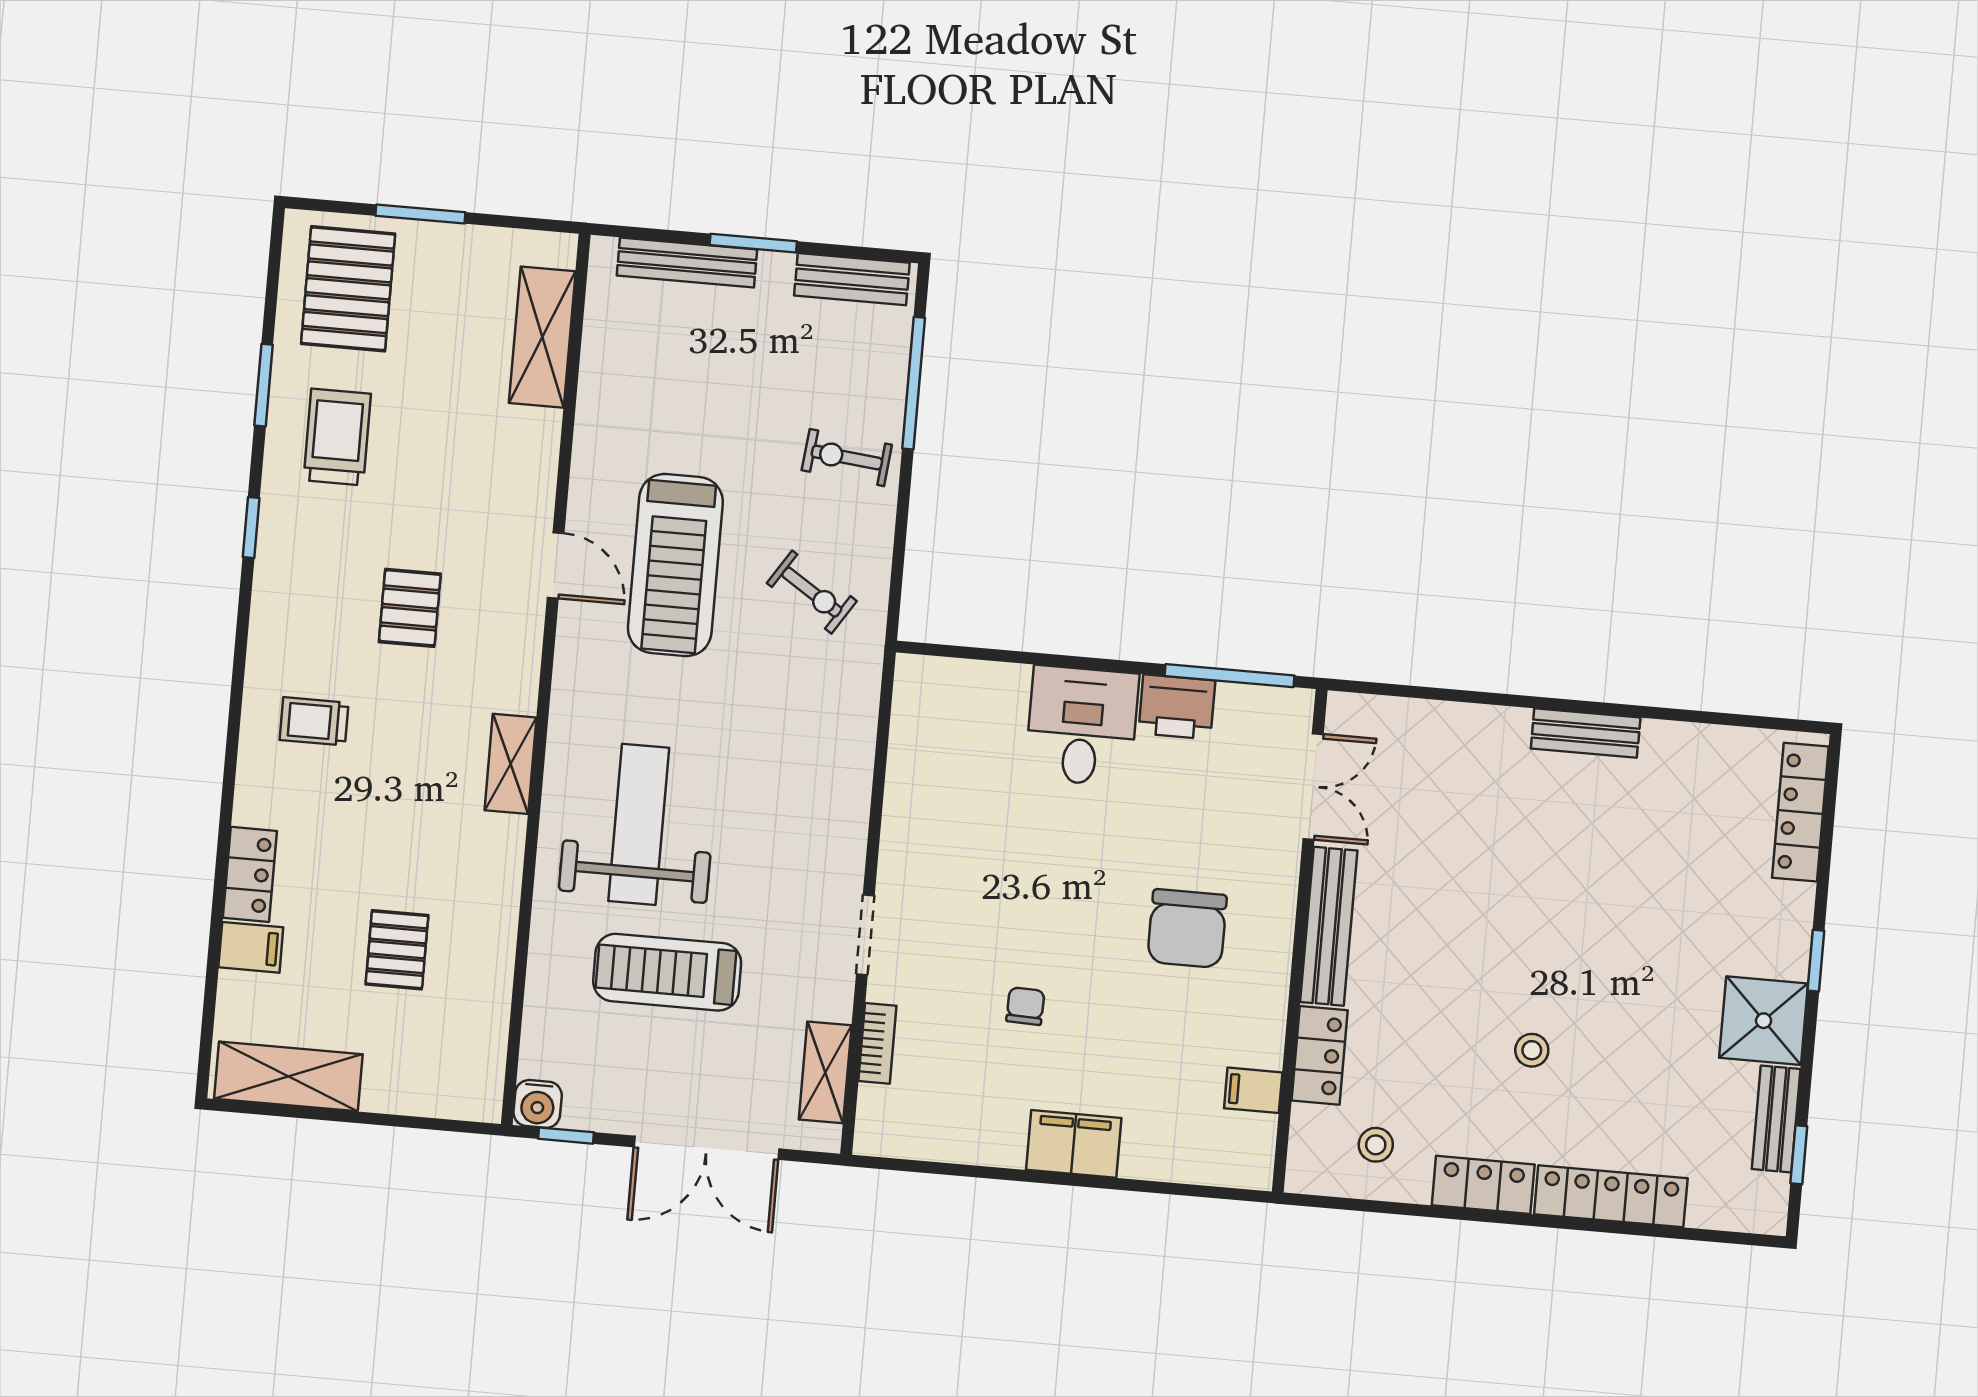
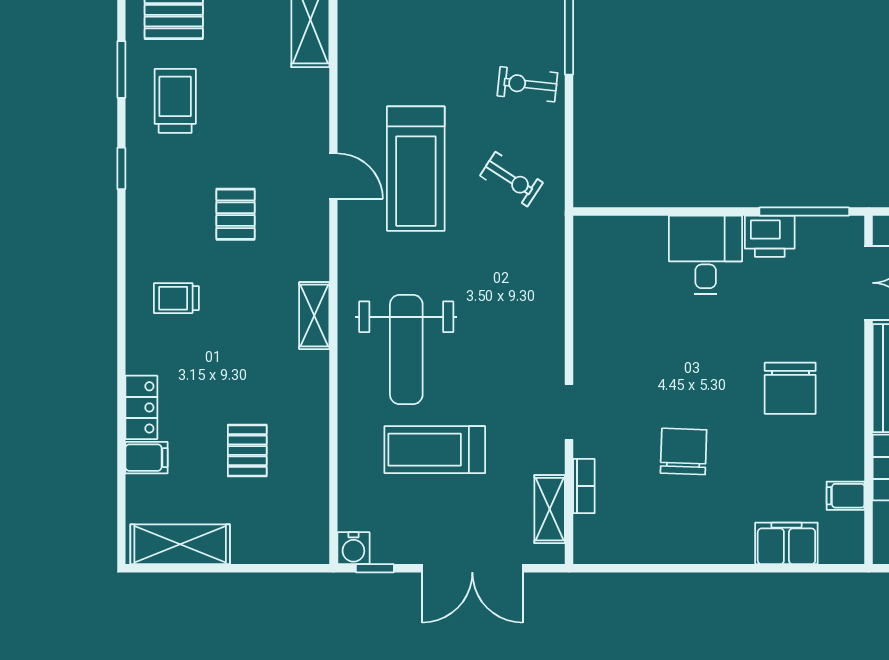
weight bench: (639, 824) -> (406, 350), turned 180
chair: (1025, 1006) -> (684, 451), width x1.87, depth x1.87
filing cabinet: (1074, 1144) -> (786, 543), moved

